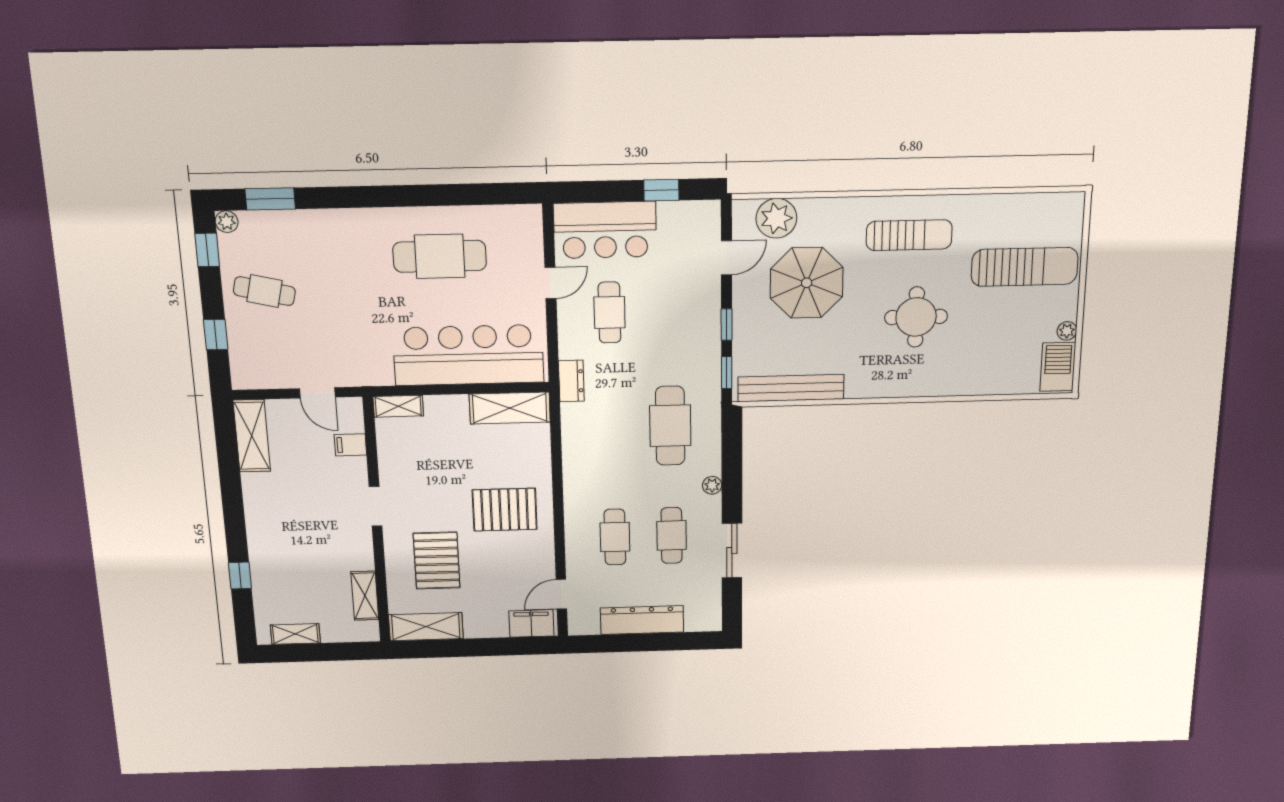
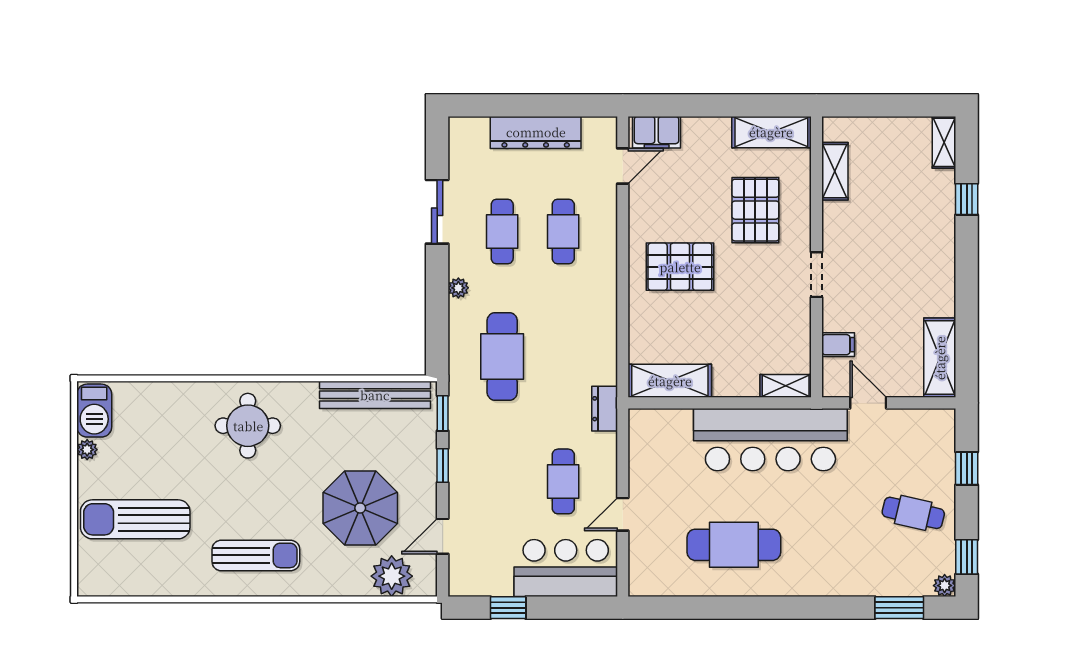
sun lounger: (909, 235) -> (256, 555), turned 180
round table: (916, 317) -> (248, 426), moved
bar counter: (468, 355) -> (770, 440), moved
shelving: (295, 634) -> (944, 142), moved, turned 90

